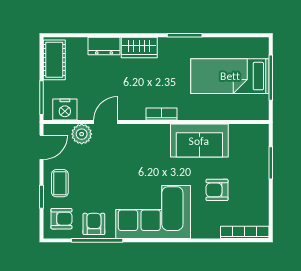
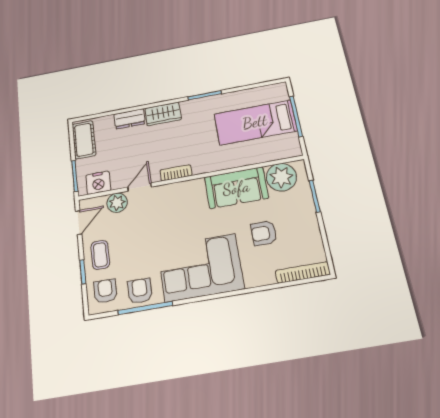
bookcase: (162, 114) -> (176, 173), moved
plant: (244, 138) -> (281, 177), added
armchair: (61, 219) -> (105, 291), turned -90

